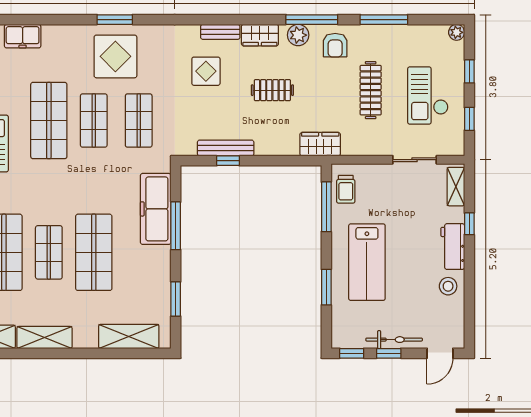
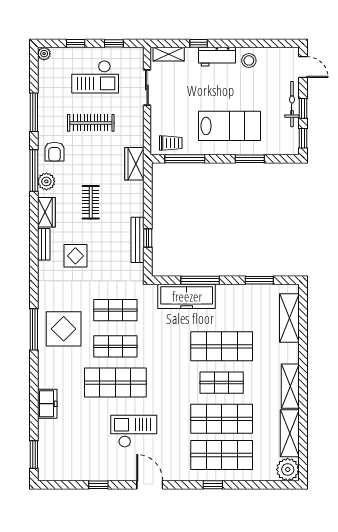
window: (115, 20) -> (34, 329), width x1.44
armchair: (335, 45) -> (54, 152), turned 90

